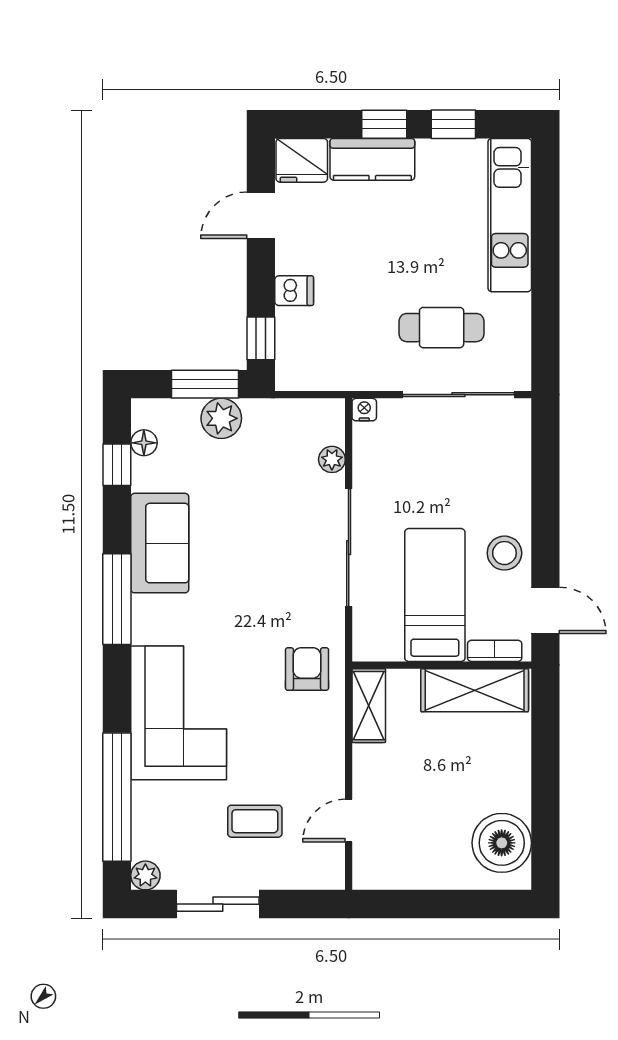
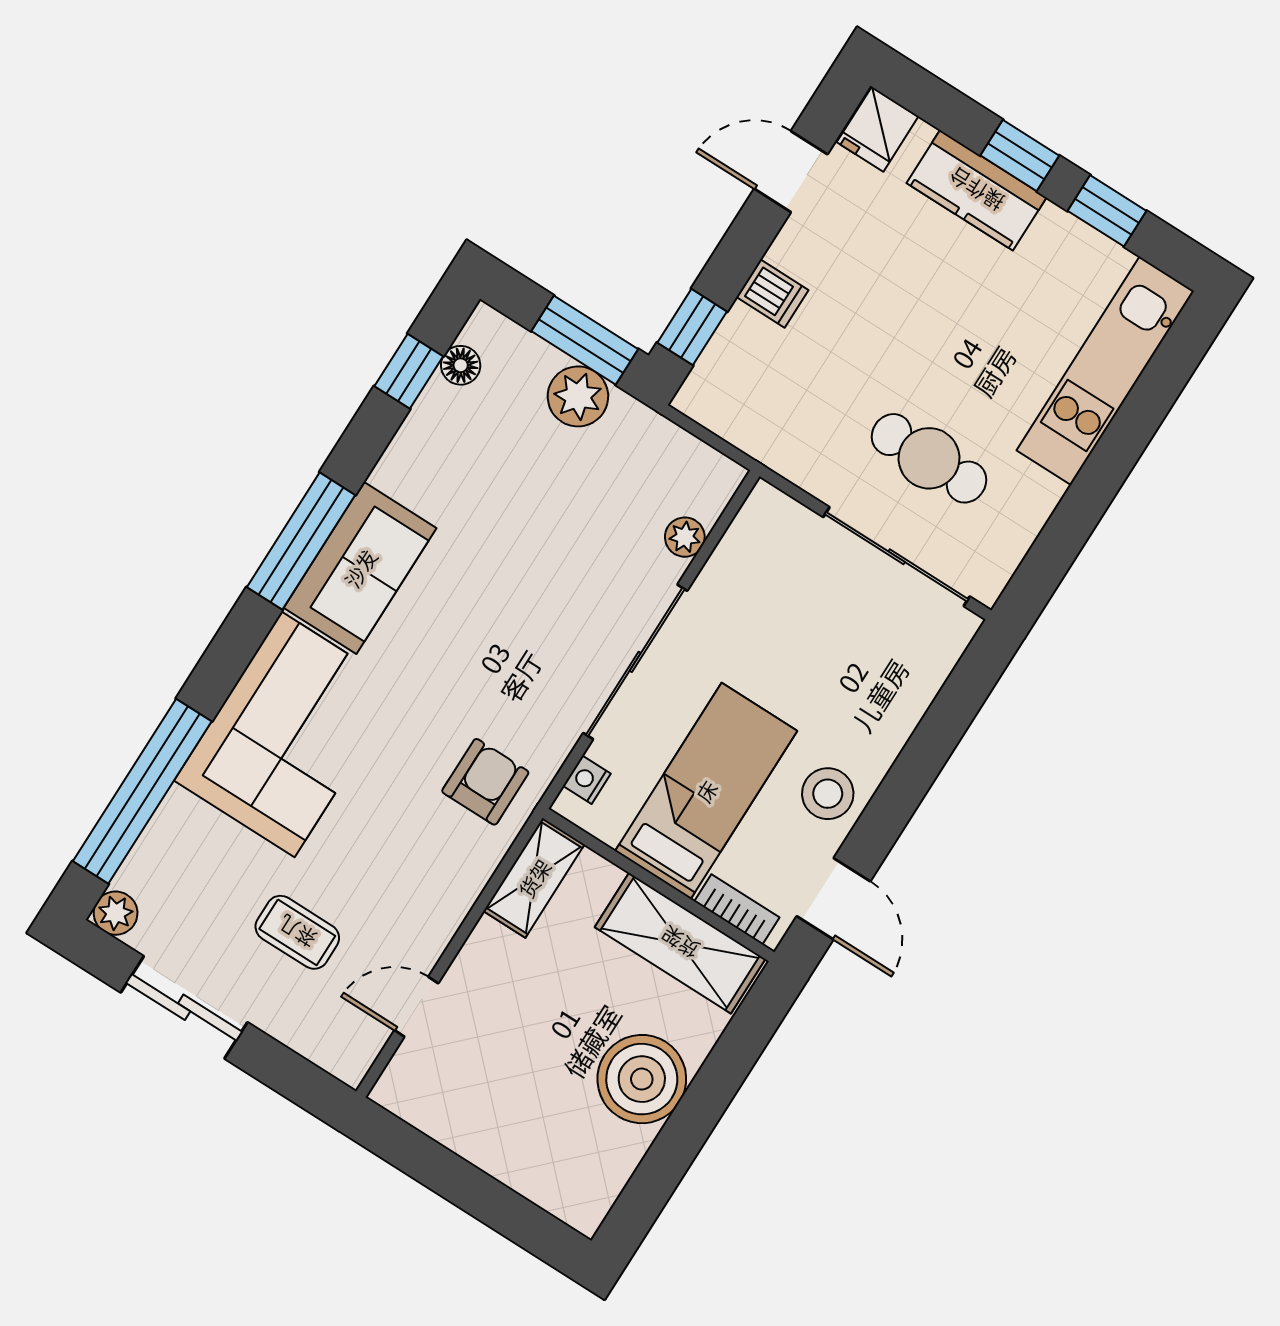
fridge: (302, 160) -> (878, 129), width x0.72
nightstand: (364, 410) -> (587, 780), moved, turned -90
sofa: (160, 543) -> (360, 568), moved
boiler: (502, 843) -> (642, 1079), moved

